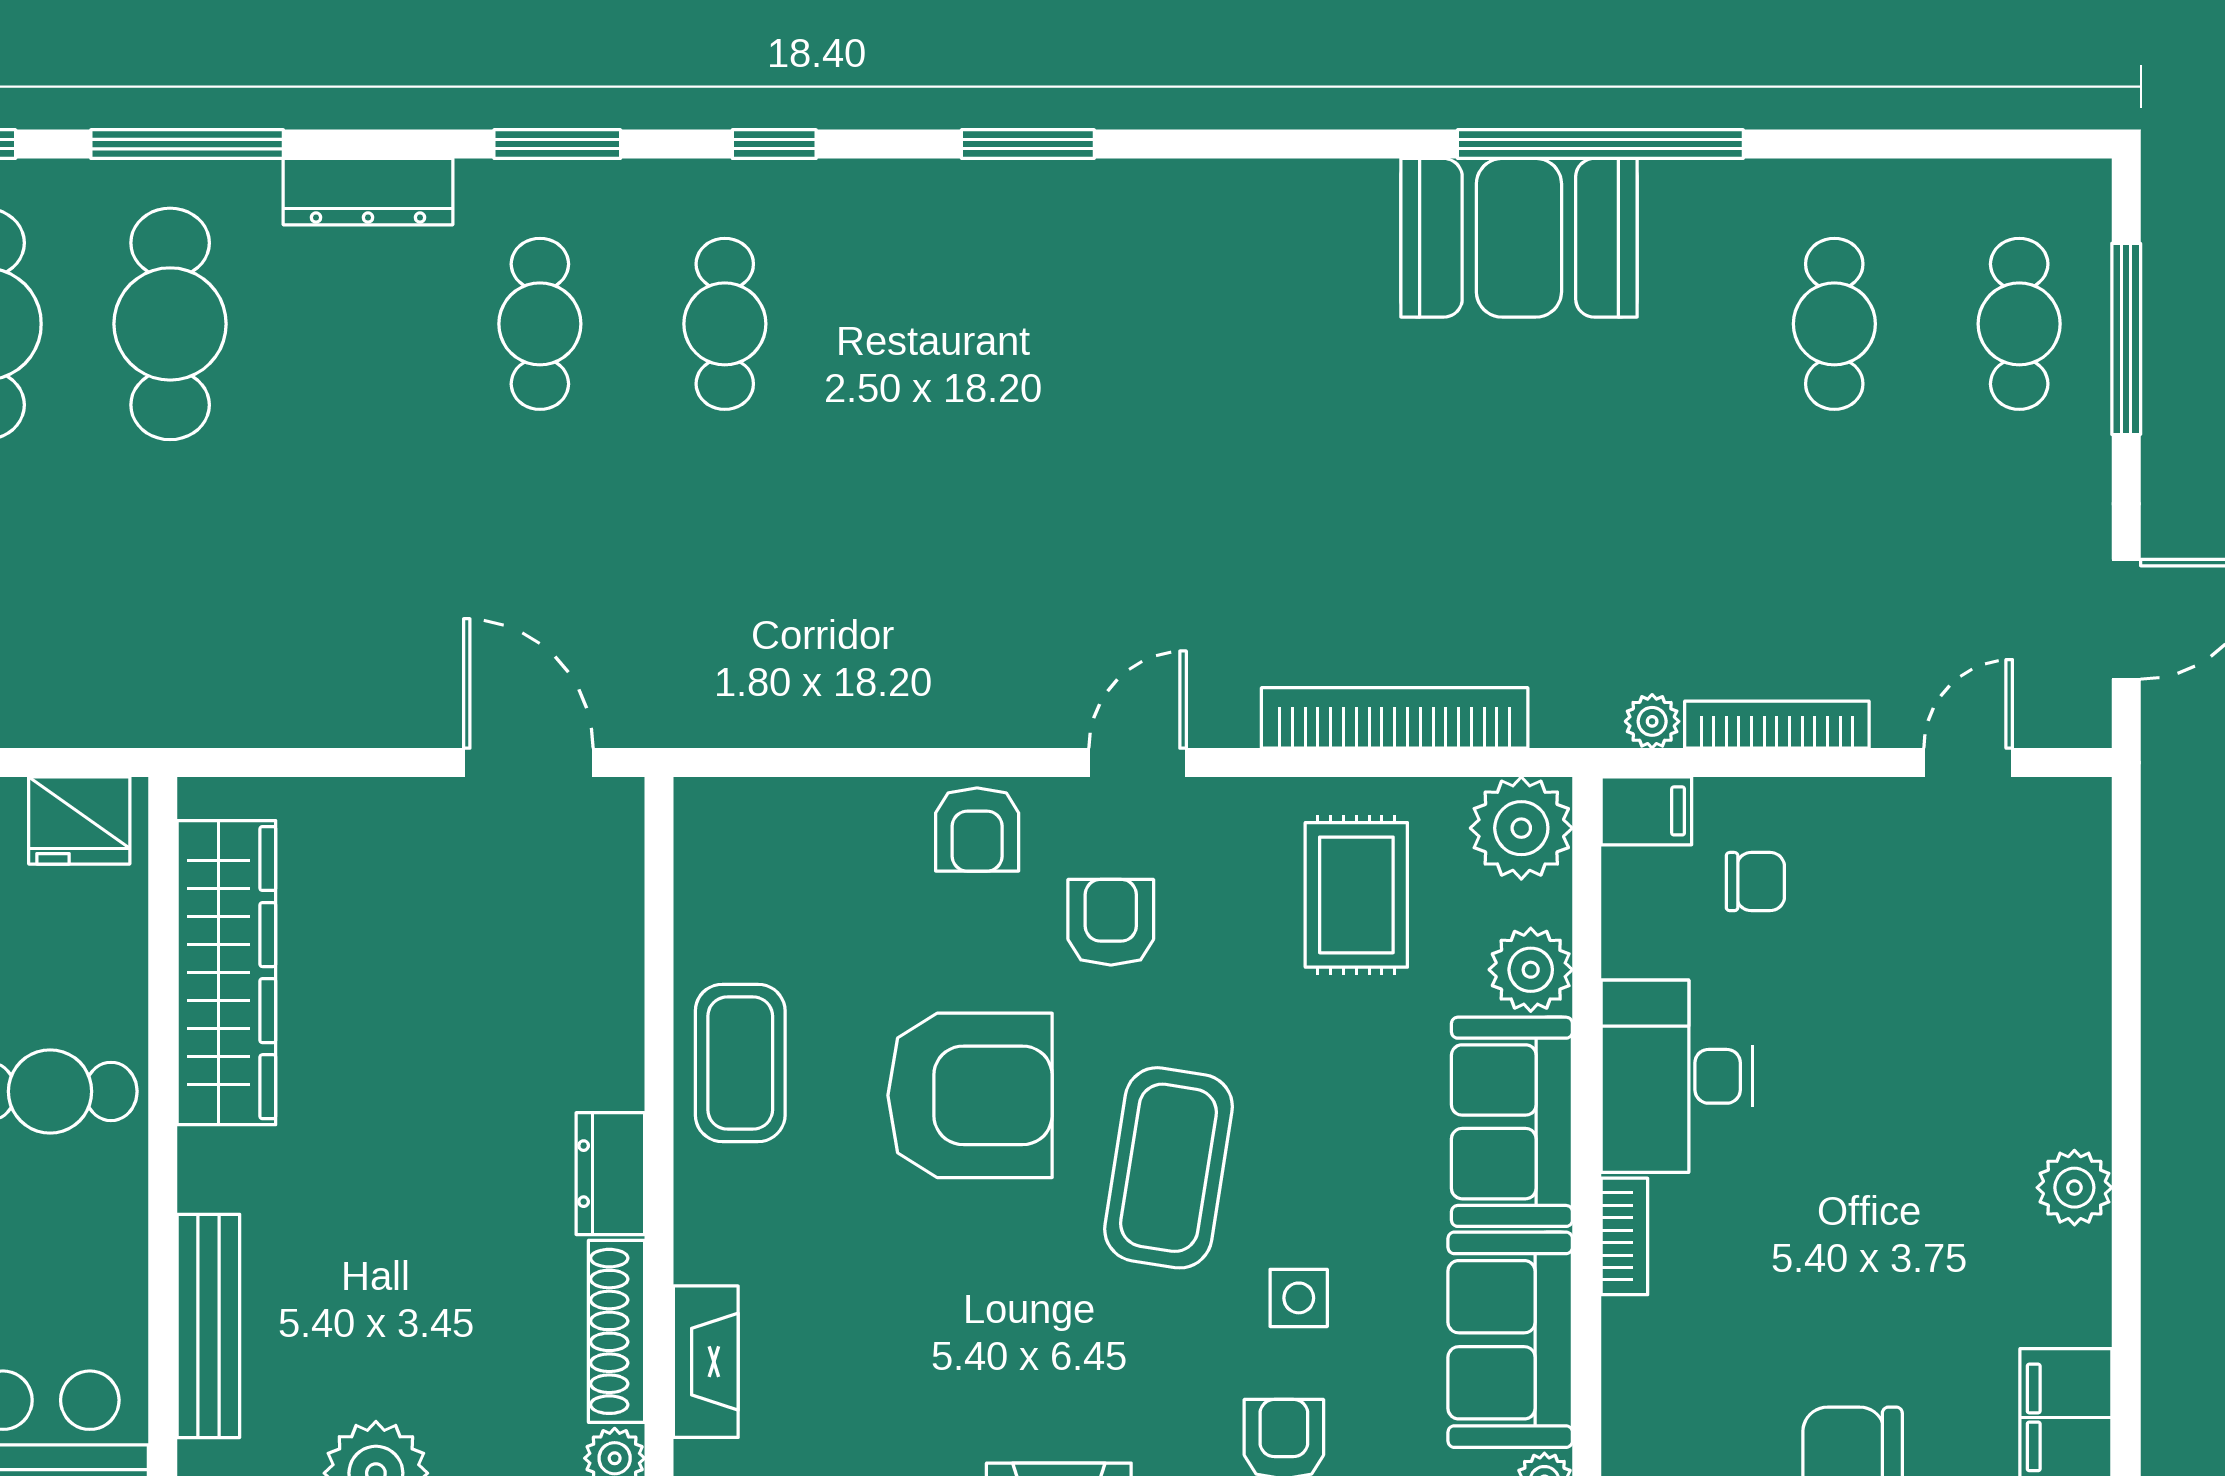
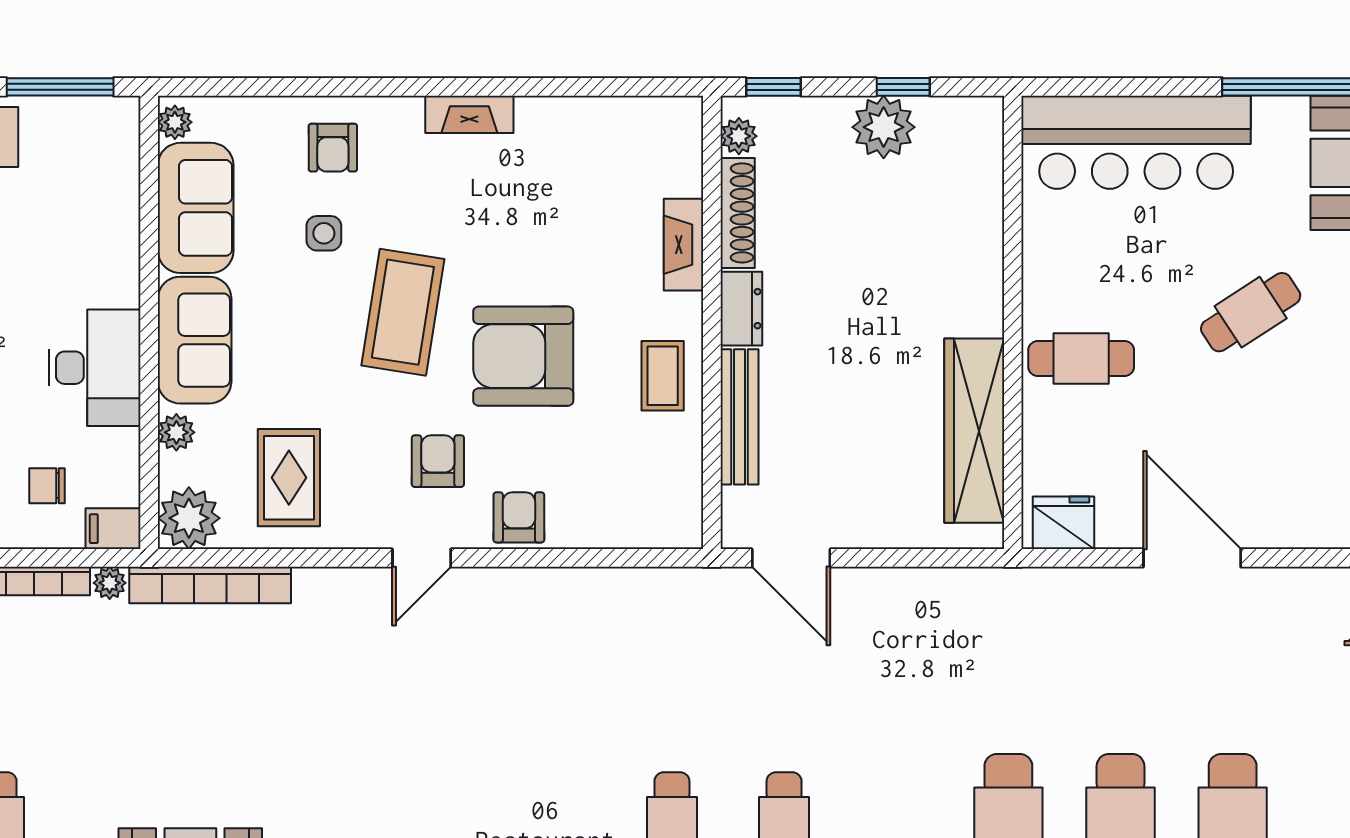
bookcase: (1395, 718) -> (210, 585), moved
armchair: (1111, 922) -> (438, 461), turned 180
plant: (1531, 970) -> (176, 432), width x0.73, depth x0.73
coffee table: (740, 1063) -> (663, 376), width x0.73, depth x0.77
bookcase: (1624, 1236) -> (126, 271), removed
bench: (208, 1326) -> (740, 417), moved
fireplace: (706, 1362) -> (683, 245), moved

